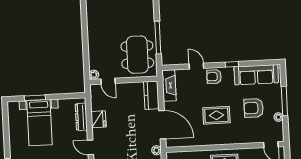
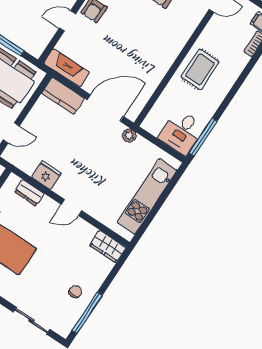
rug: (216, 115) -> (139, 39), removed
dresser: (81, 117) -> (29, 193), width x0.70

